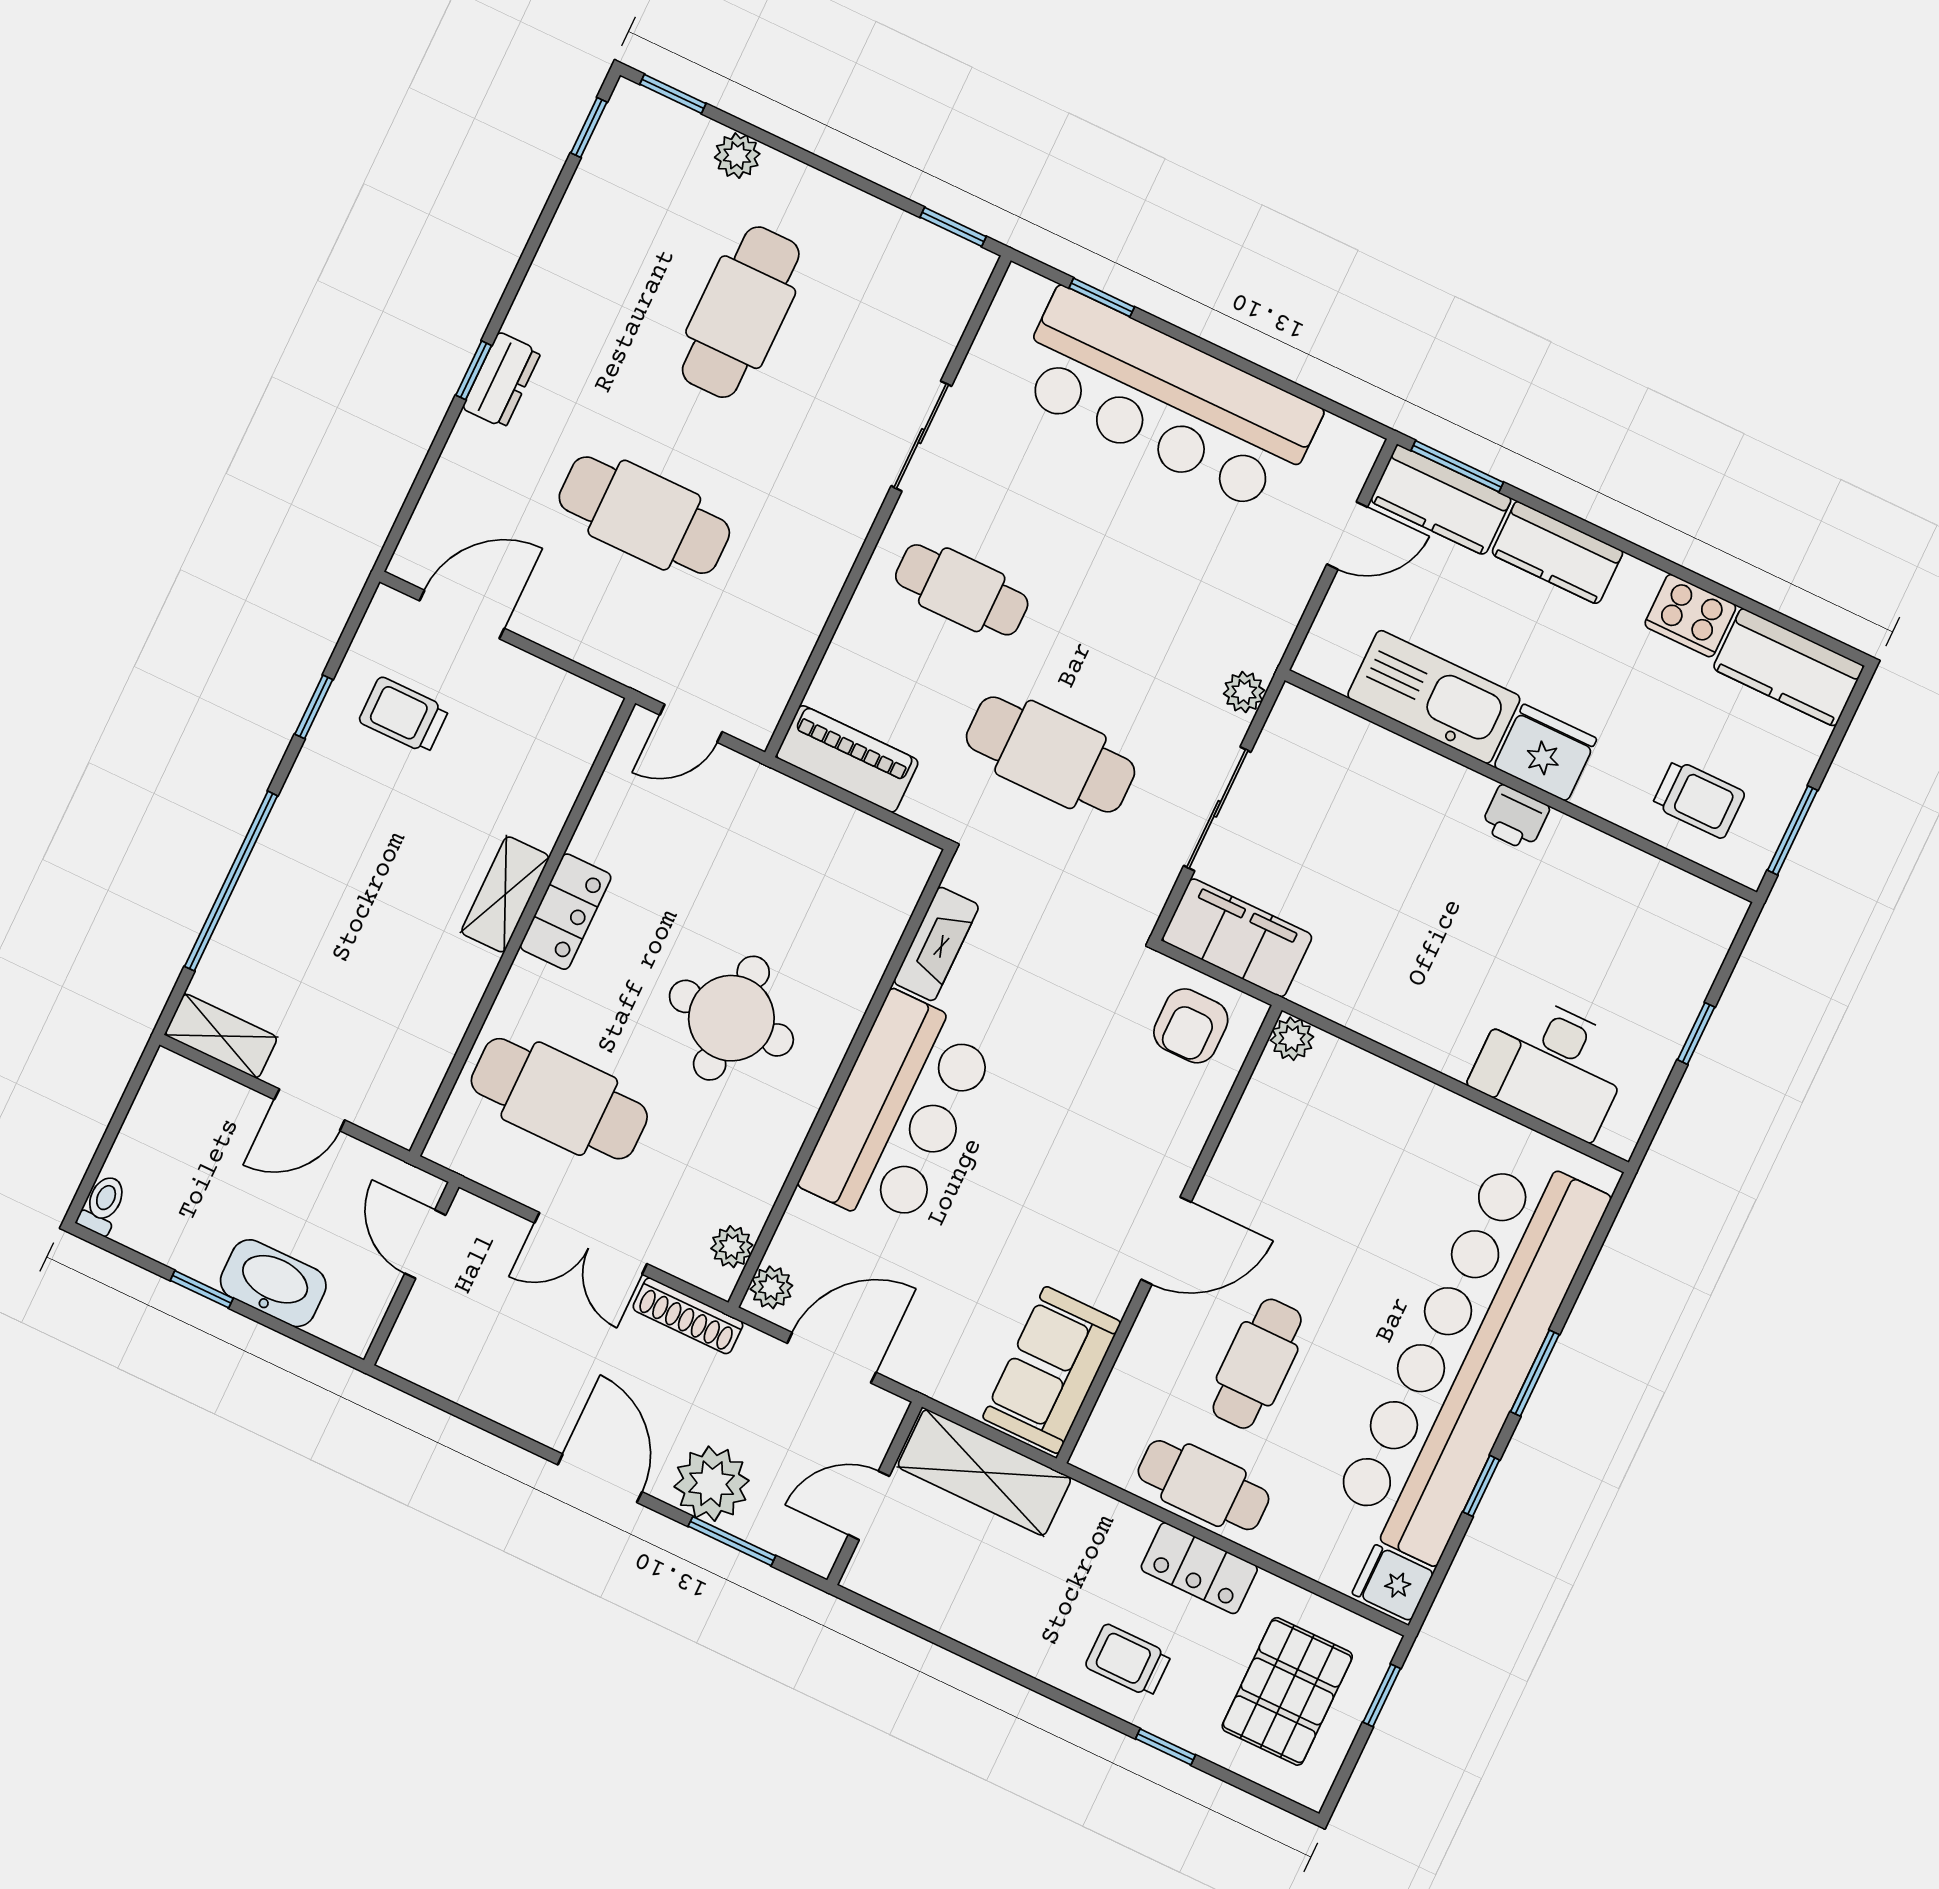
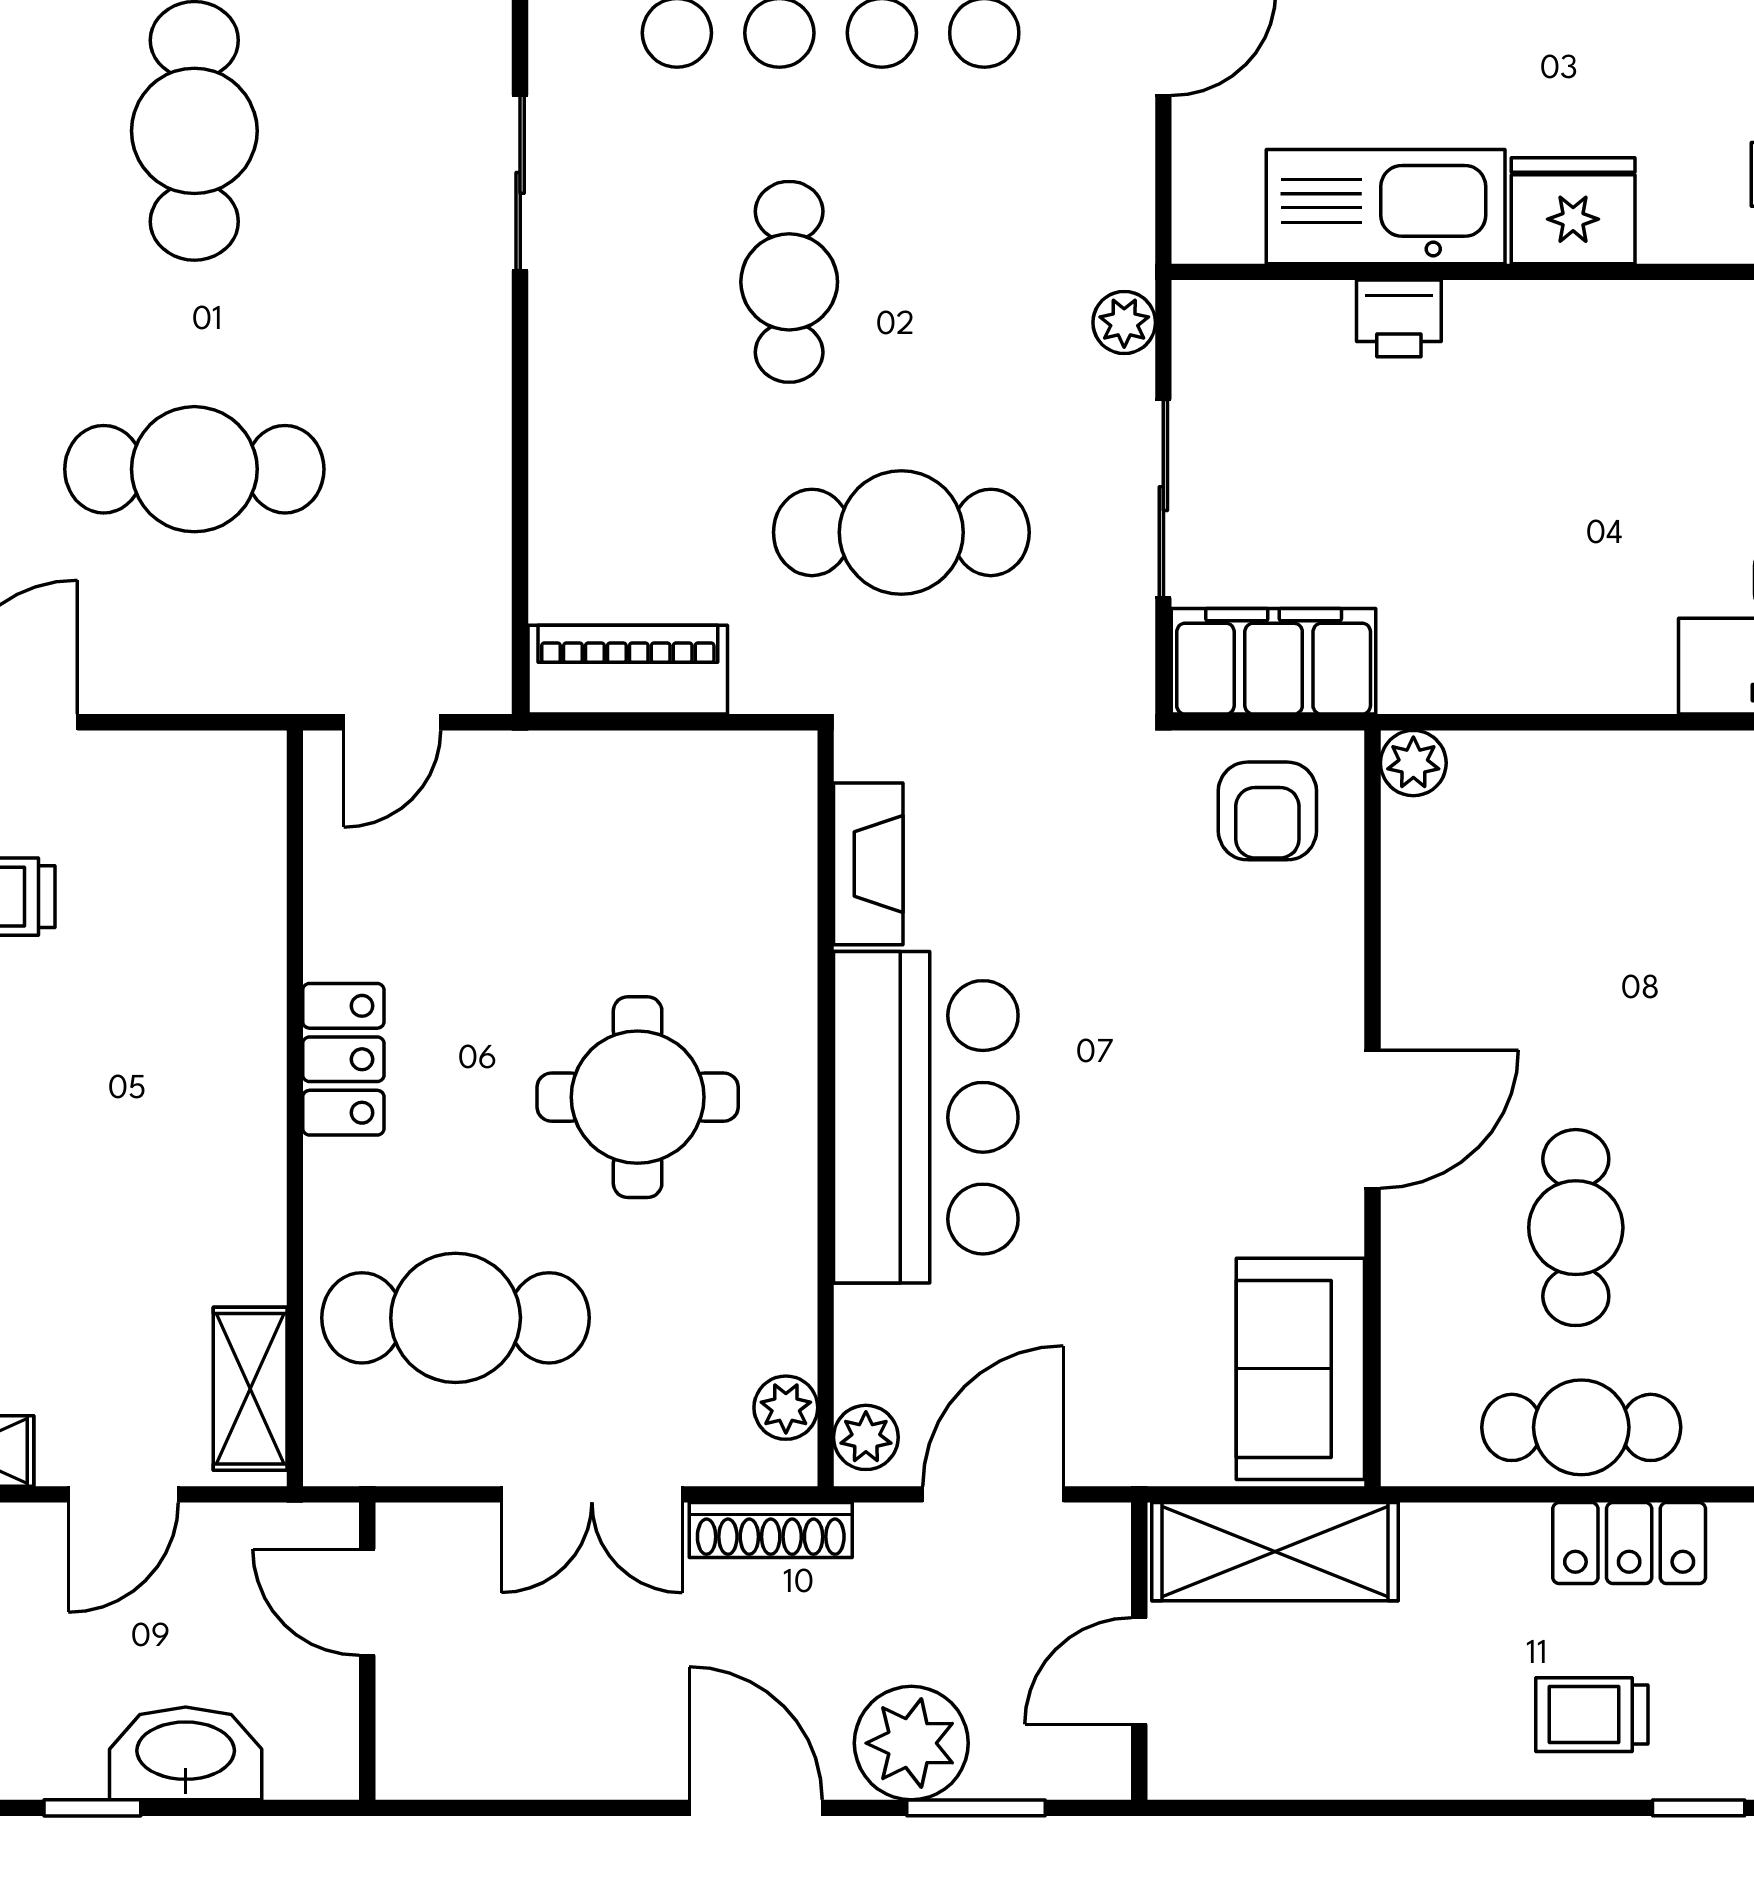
cafe table: (962, 590) -> (789, 282), moved, turned 90
printer: (1515, 818) -> (1399, 318), moved
shelving: (505, 894) -> (250, 1389), moved

